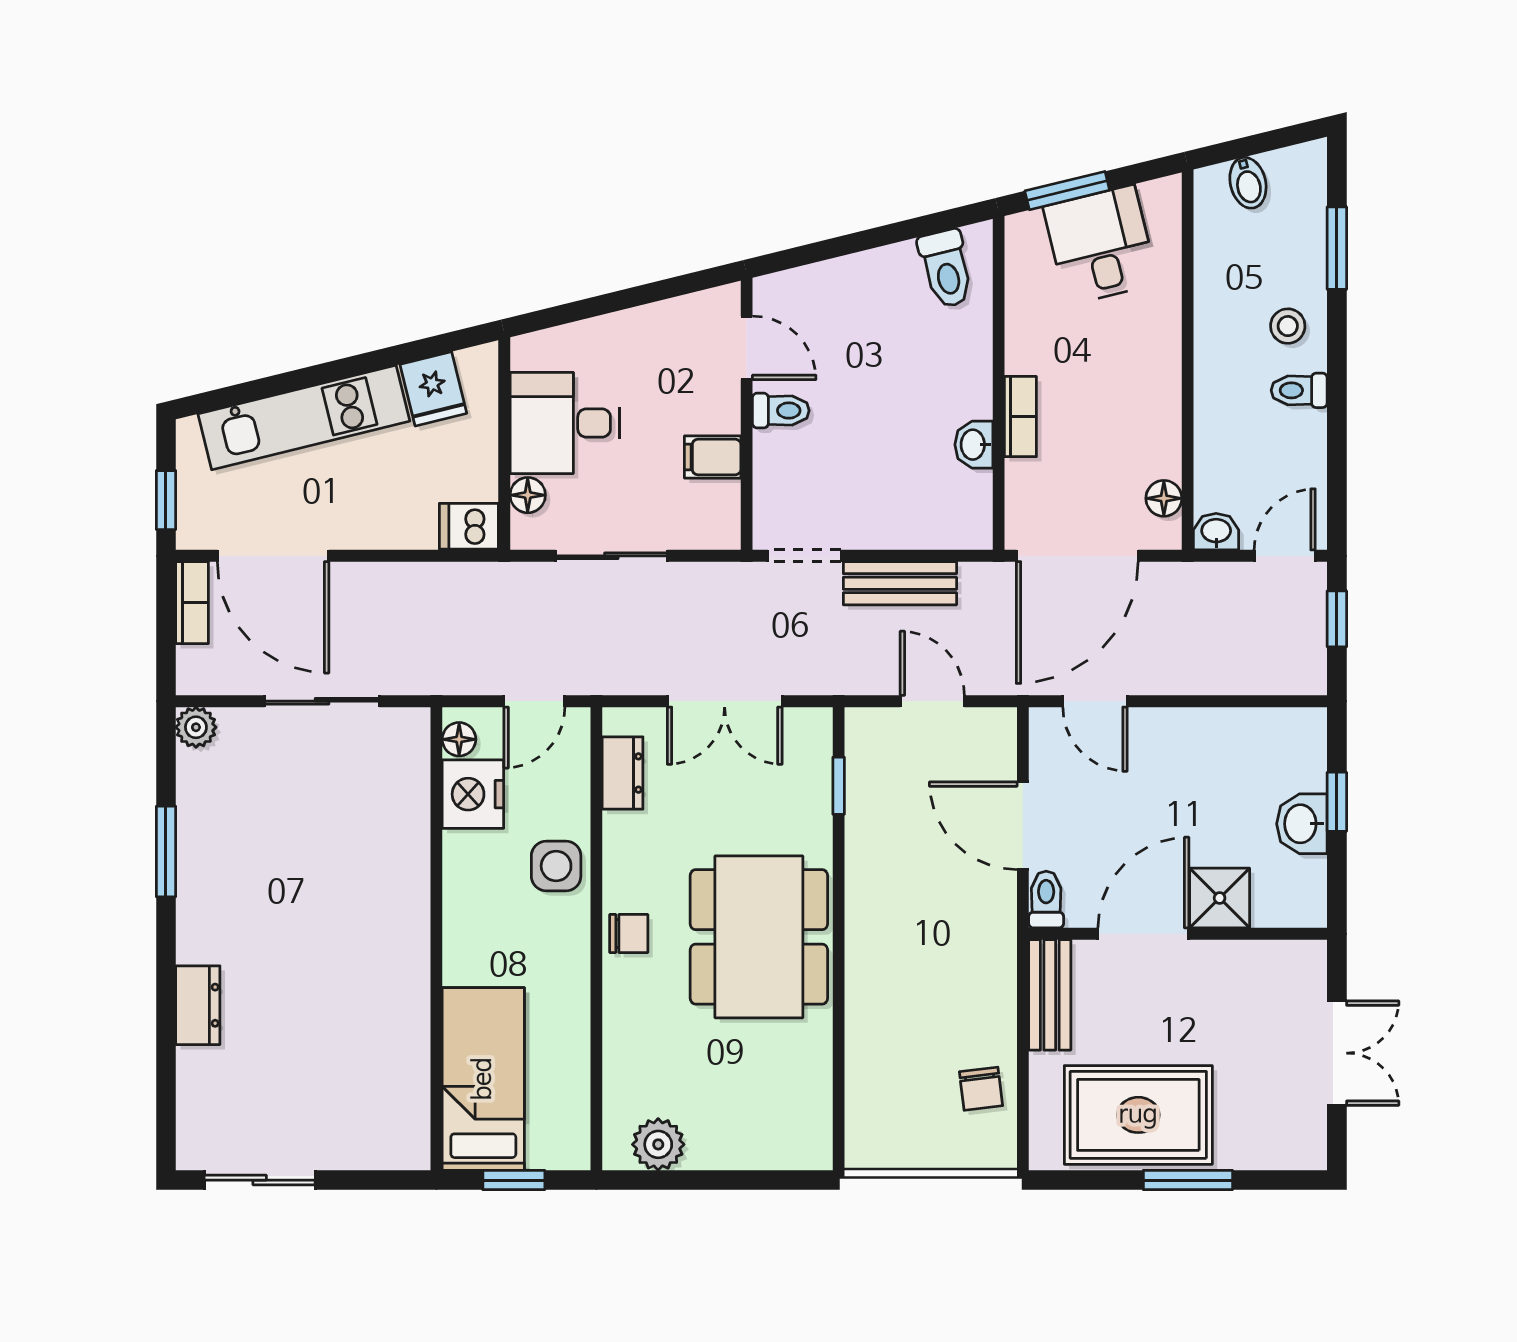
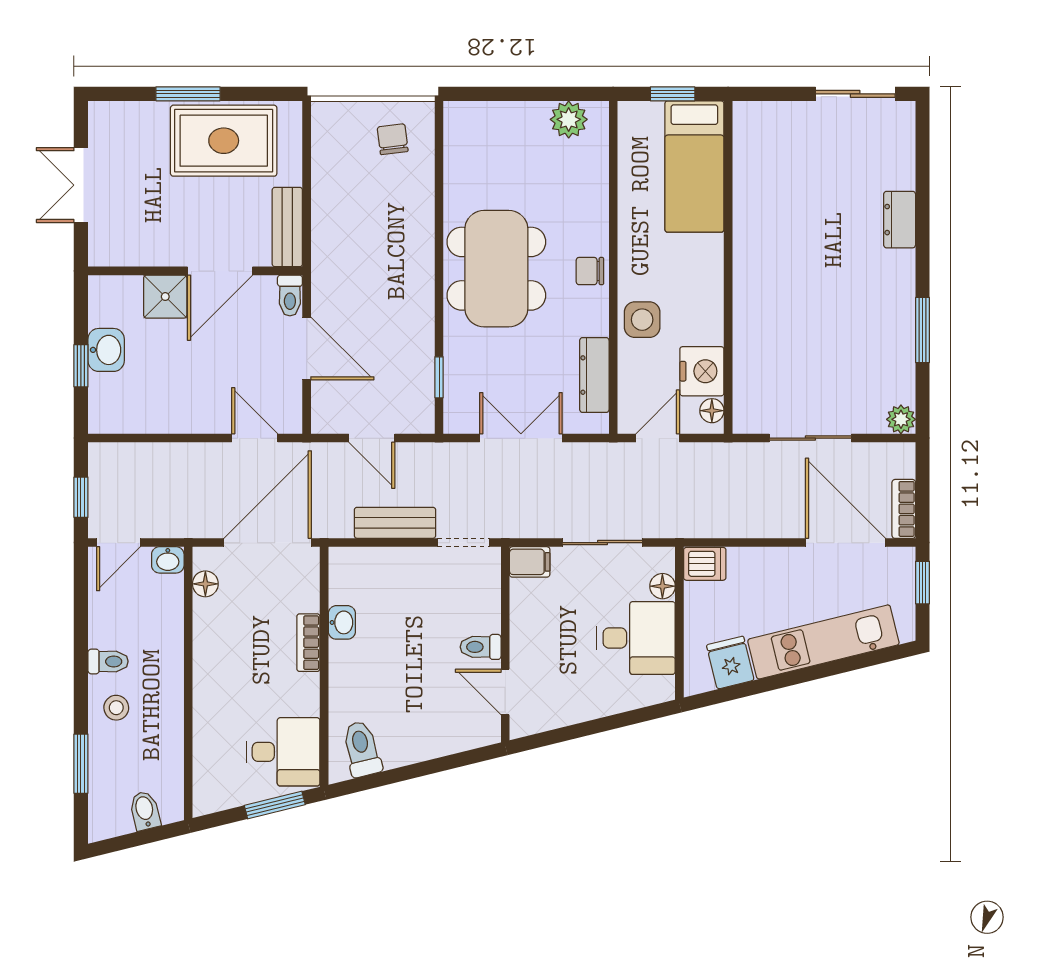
desk: (1101, 245) -> (283, 752), moved, turned -76
filing cabinet: (713, 457) -> (530, 562), moved
dresser: (623, 773) -> (594, 375), width x1.44
chair: (981, 1089) -> (393, 139), moved

